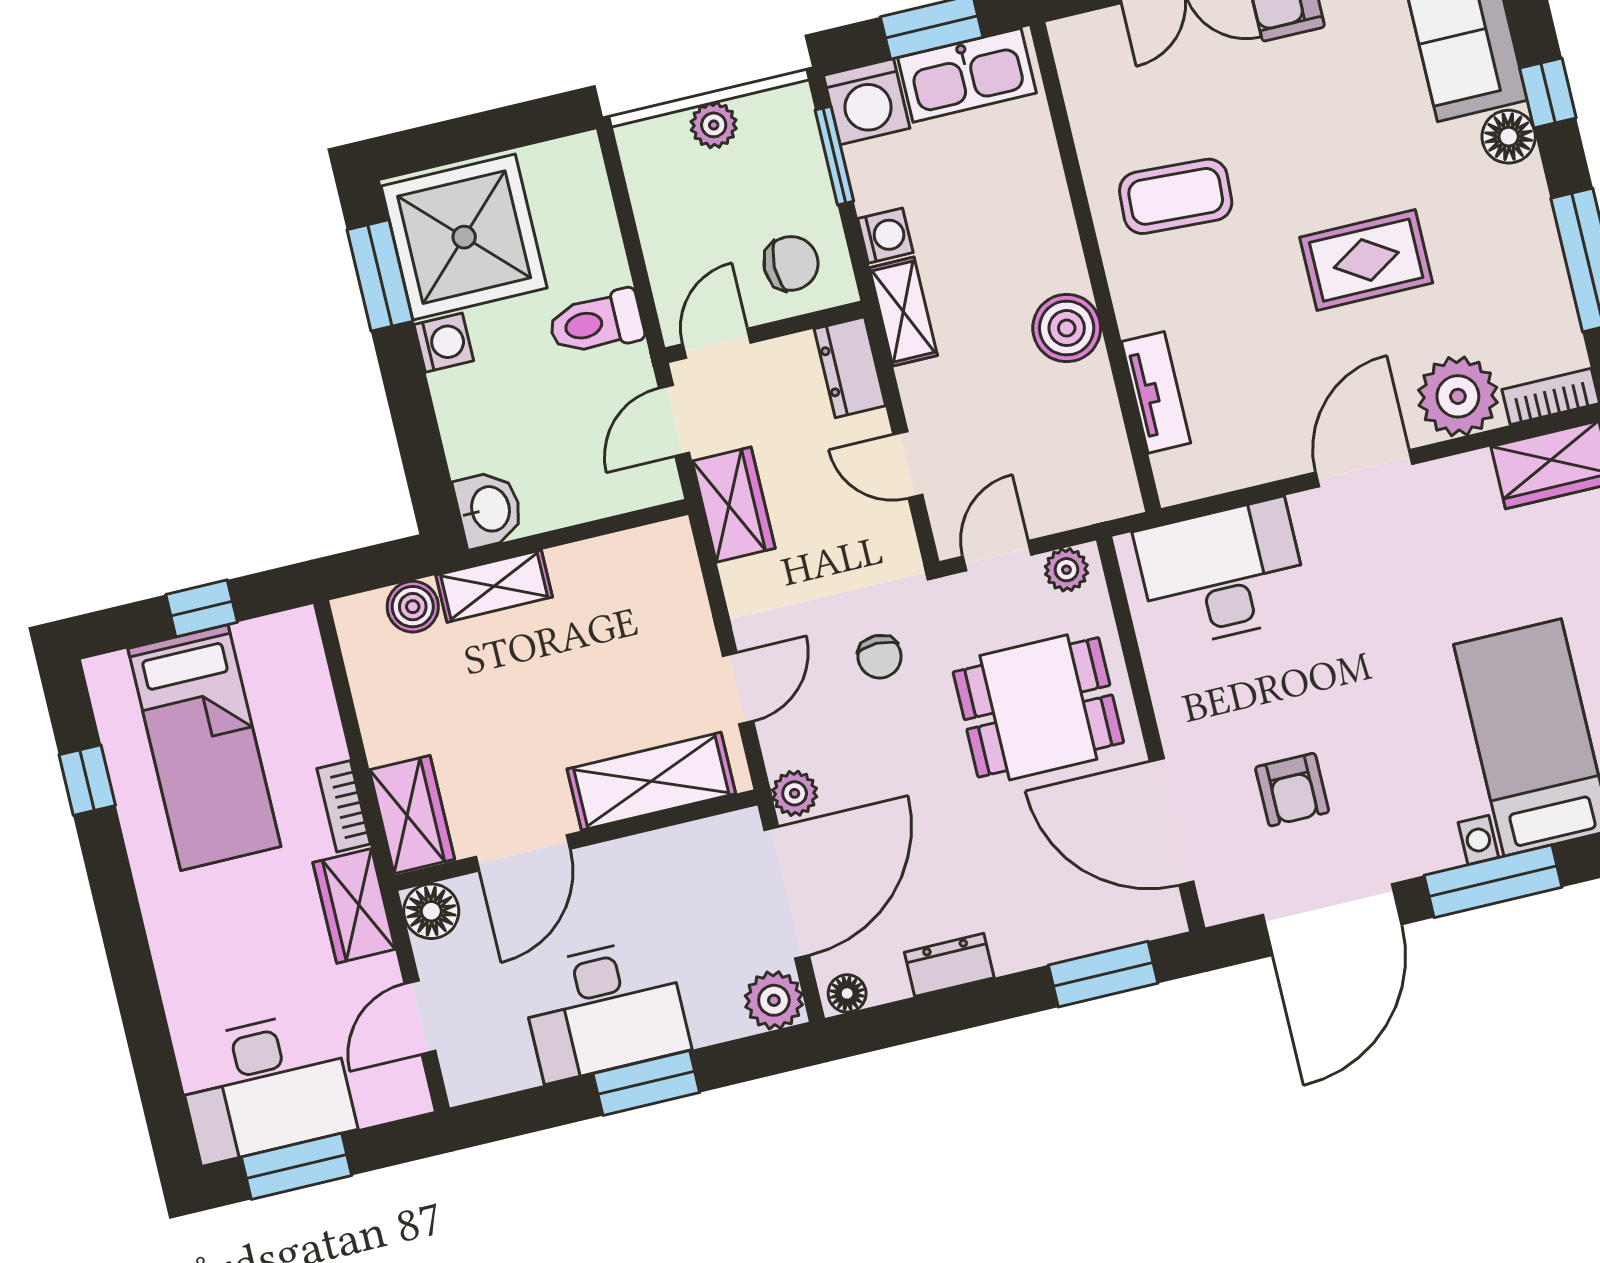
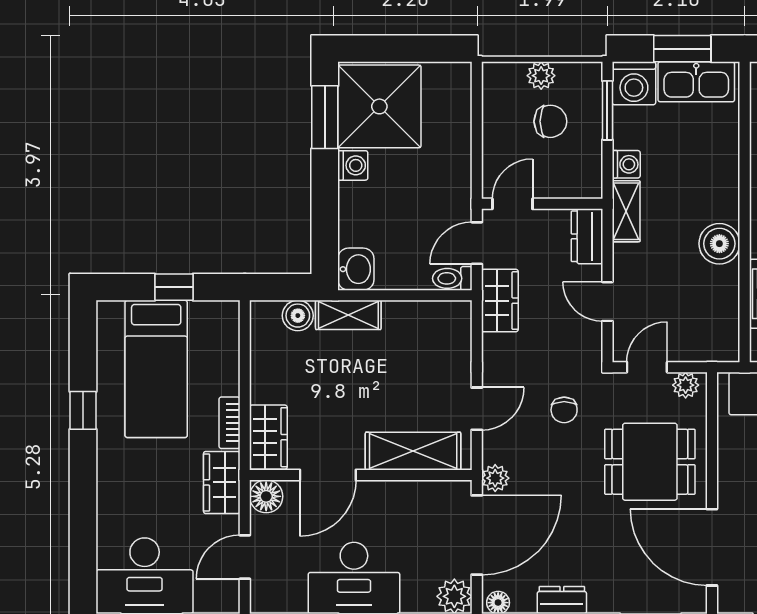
chair: (791, 263) -> (550, 121), moved
toilet: (596, 323) -> (452, 278), moved, width x0.73, depth x0.72
window: (87, 780) -> (83, 410), moved

